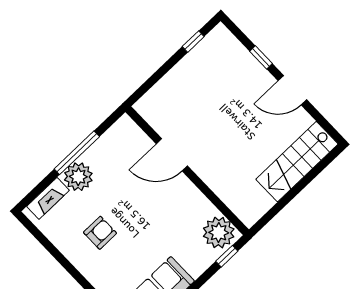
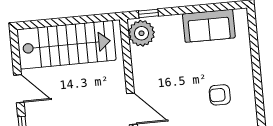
stairs: (297, 162) -> (66, 45), width x1.36, depth x1.51

